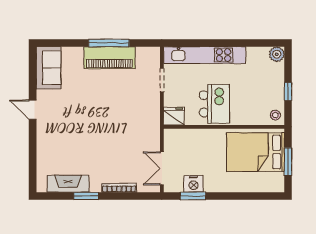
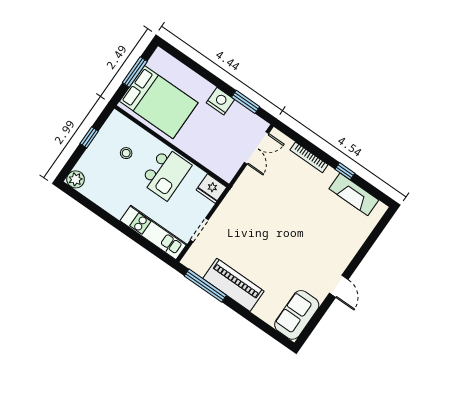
window: (109, 43) -> (205, 286), moved
kitchen unit: (205, 55) -> (153, 232), width x0.73
kitchen island: (214, 104) -> (166, 174), turned 180
stool: (275, 115) -> (126, 153), moved
nightstand: (194, 184) -> (220, 101), moved
window: (86, 196) -> (345, 171), width x0.67

